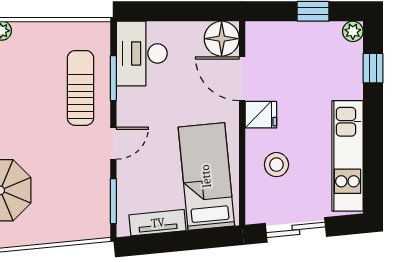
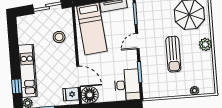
sun lounger: (80, 88) -> (173, 54), moved
fridge: (261, 115) -> (71, 94), moved
kitchen unit: (347, 156) -> (28, 71), moved

